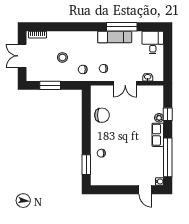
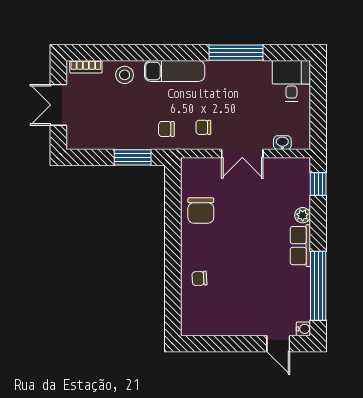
exam couch: (115, 37) -> (175, 71), moved
stool: (62, 57) -> (125, 75), moved
window: (50, 85) -> (133, 157), moved
window: (168, 114) -> (318, 184), moved
chair: (102, 115) -> (201, 211), turned 90
window: (86, 165) -> (173, 299), removed

